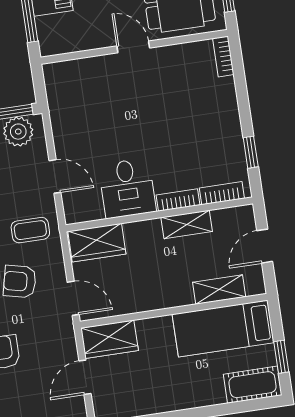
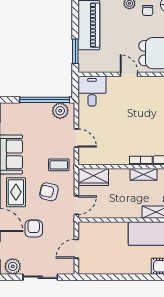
desk: (127, 188) -> (92, 91), moved, turned 180
door: (73, 298) -> (76, 205), hinge flipped
wardrobe: (110, 339) -> (93, 230), removed

